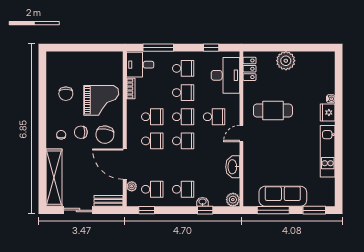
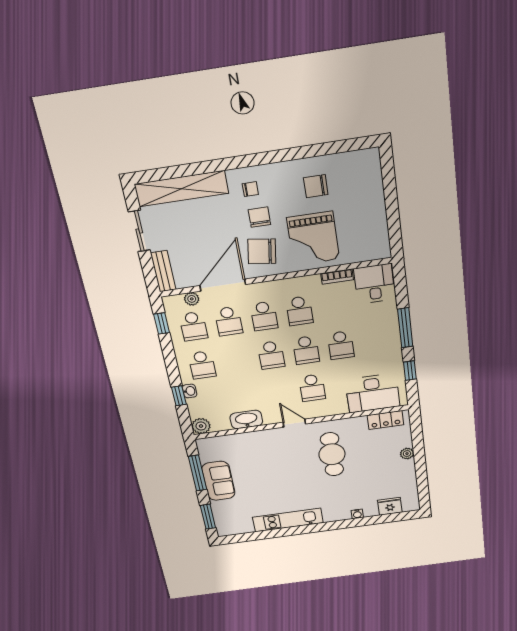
window: (158, 48) -> (405, 328), moved
plant: (286, 61) -> (407, 454), width x0.53, depth x0.53
school desk: (183, 68) -> (229, 321), moved
fridge: (328, 112) -> (390, 506), moved
sofa: (283, 196) -> (218, 481), width x0.73

